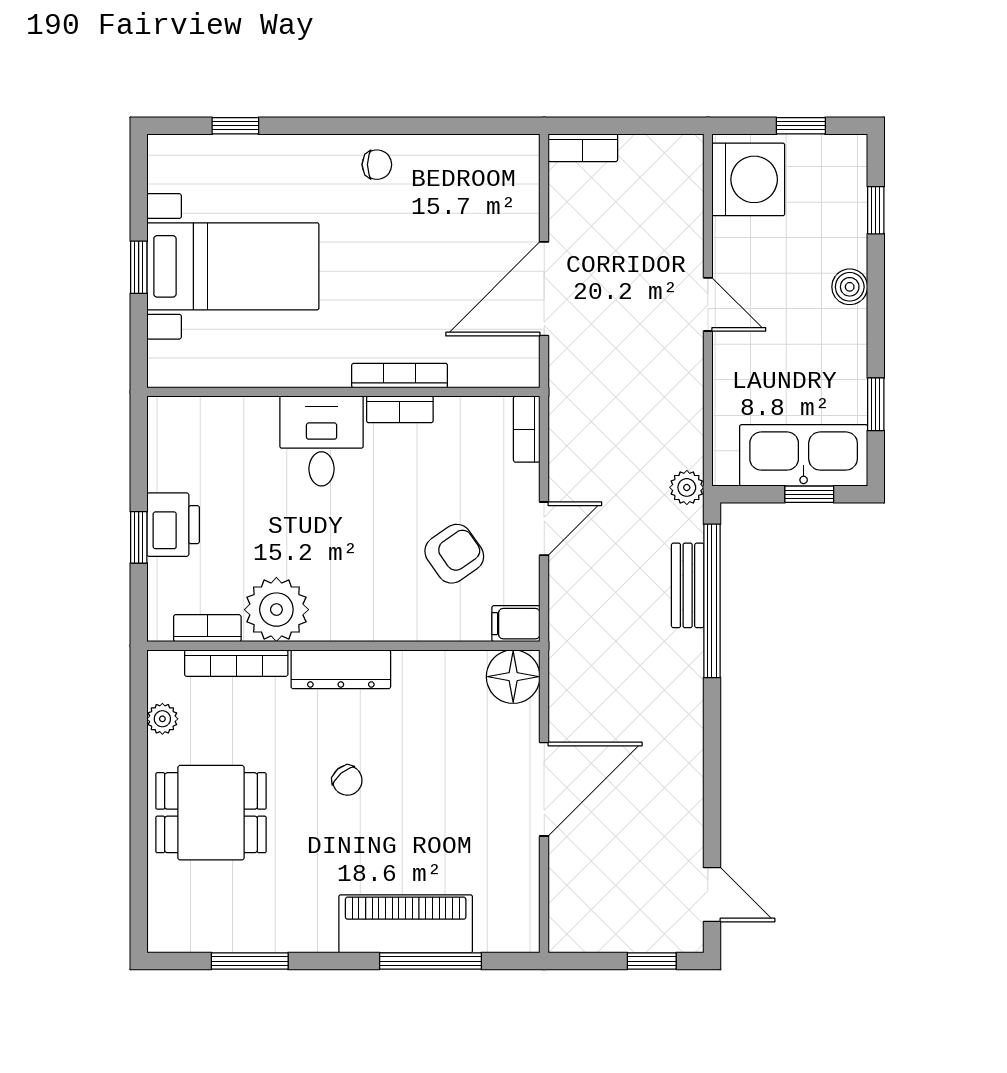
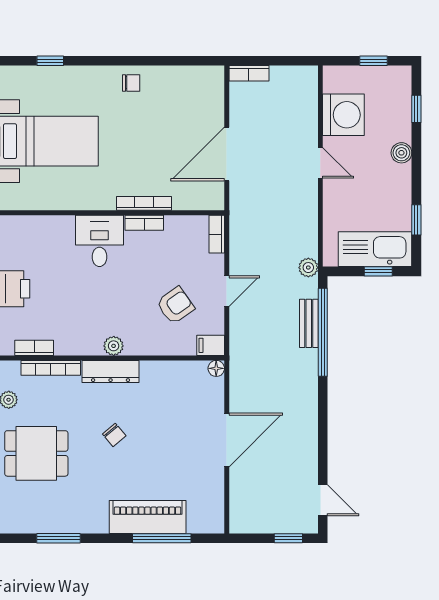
washing machine: (748, 179) -> (343, 115), moved
plant: (276, 610) -> (114, 346), moved, width x0.53, depth x0.53
floor lamp: (513, 677) -> (216, 368), width x0.53, depth x0.53

